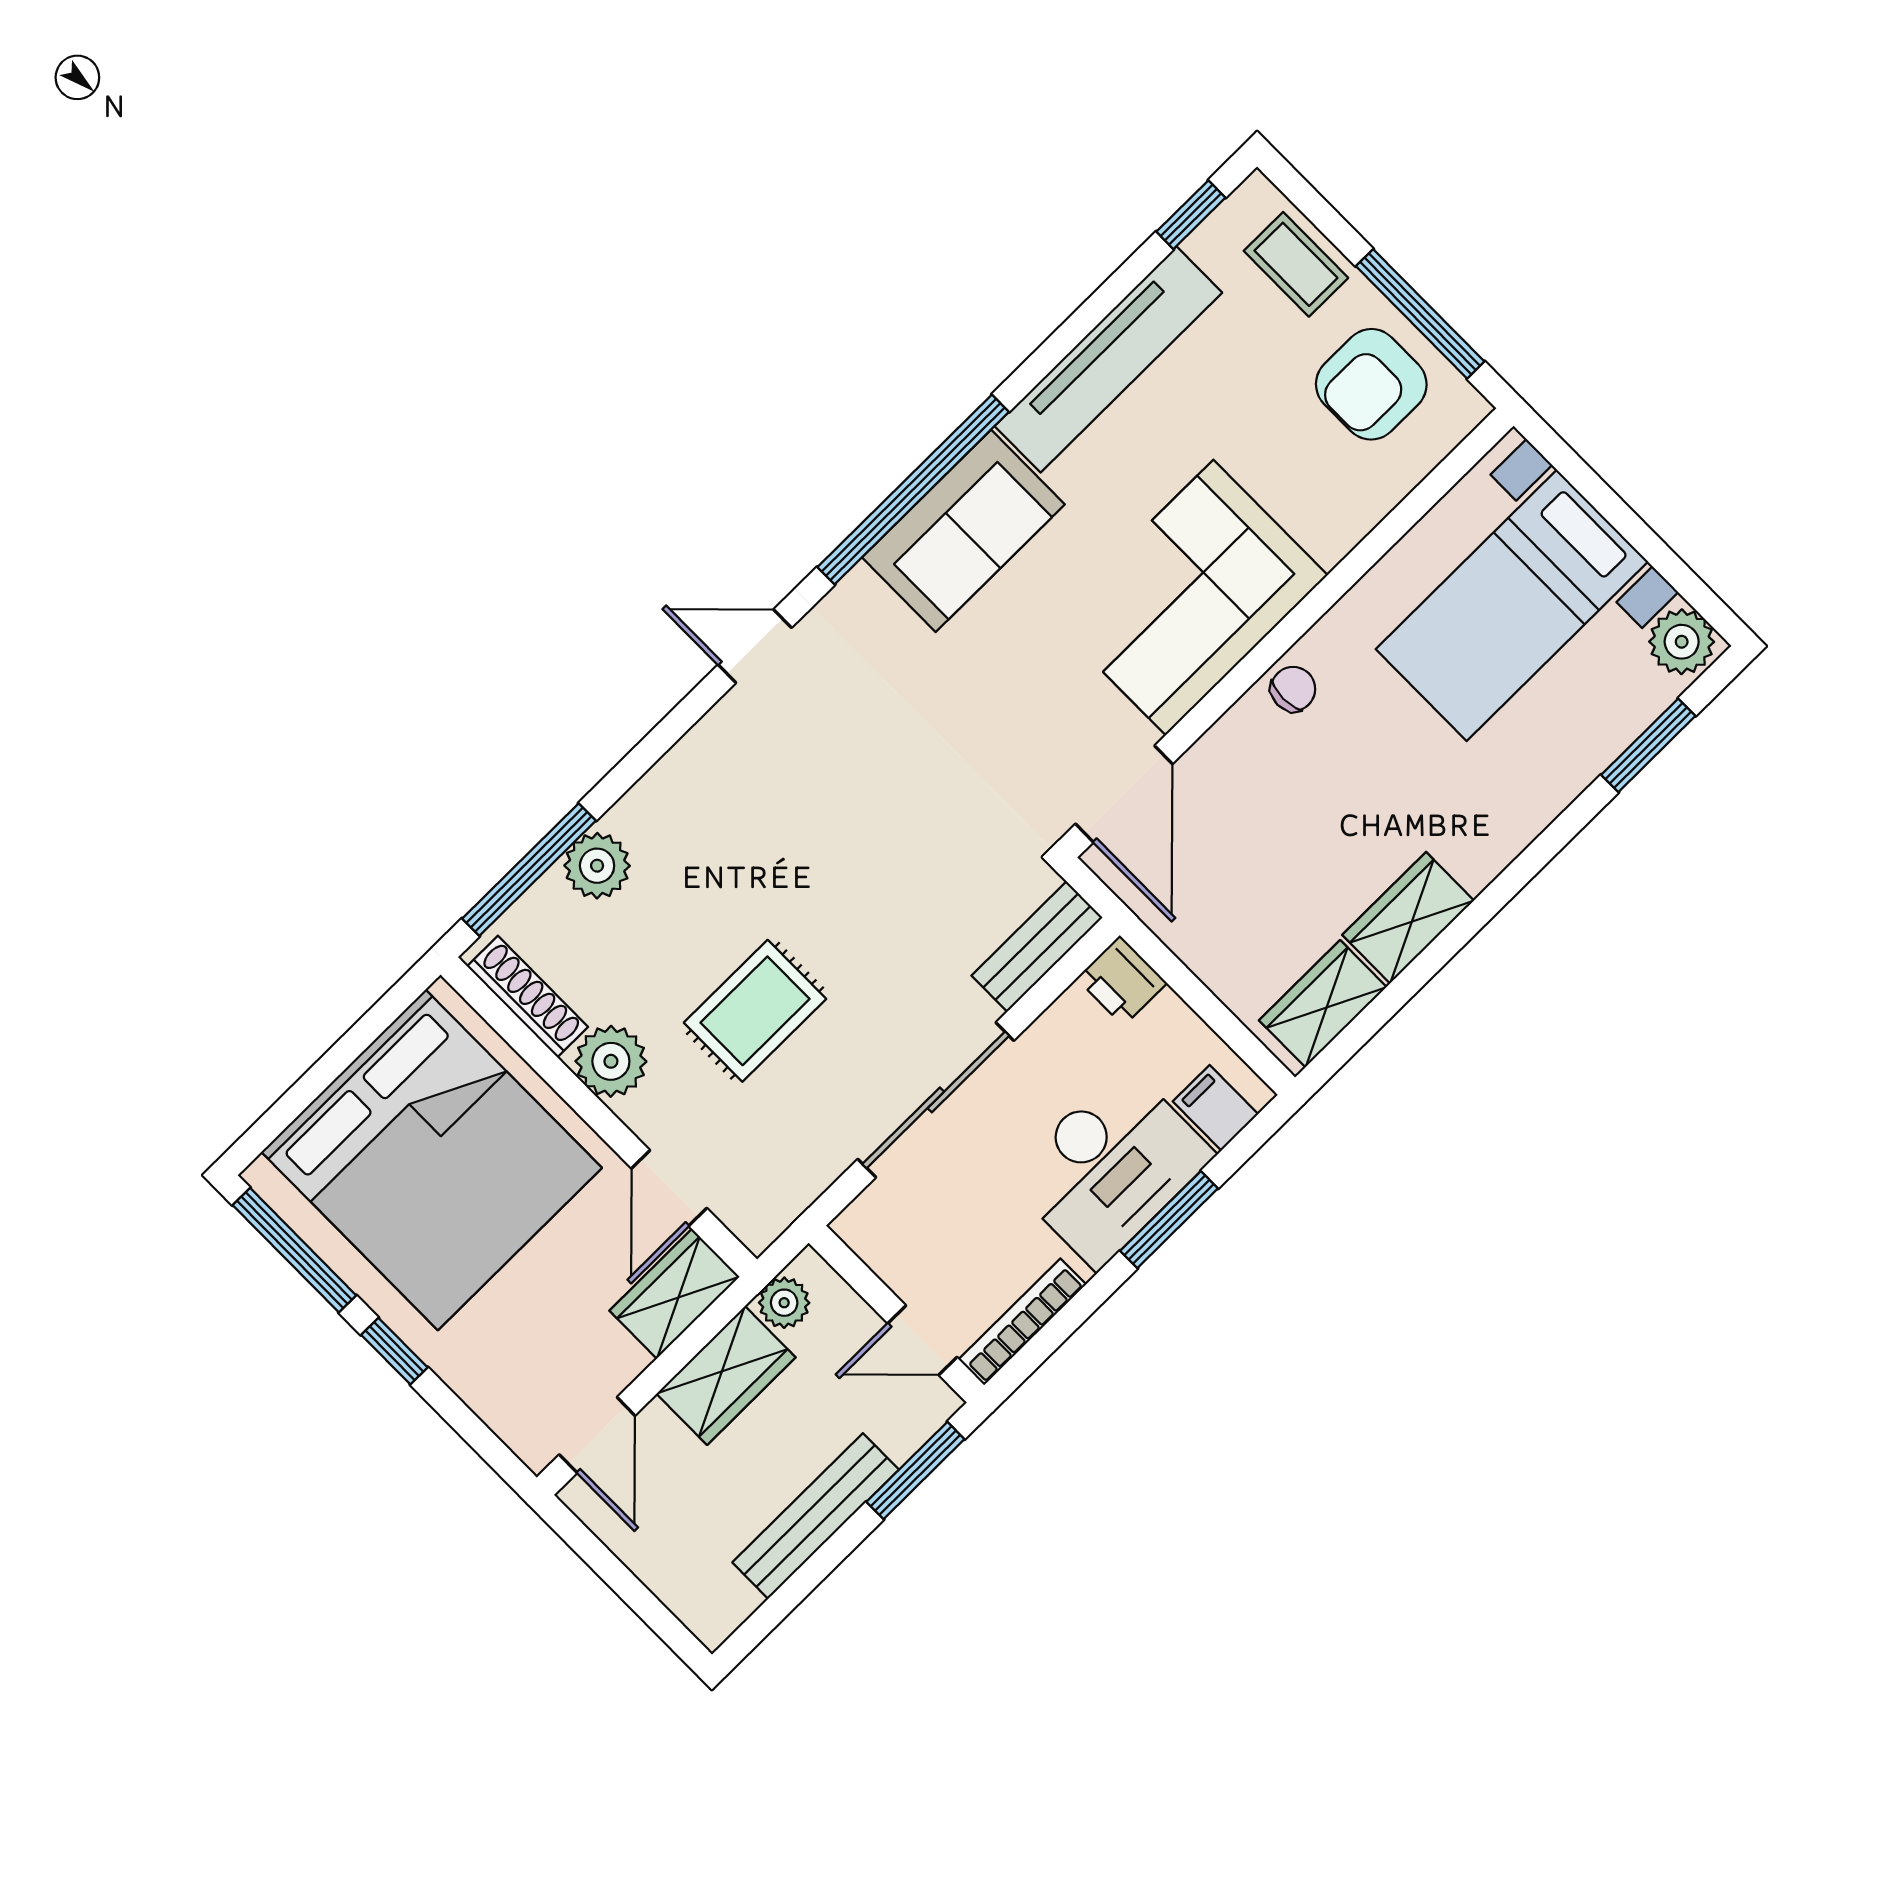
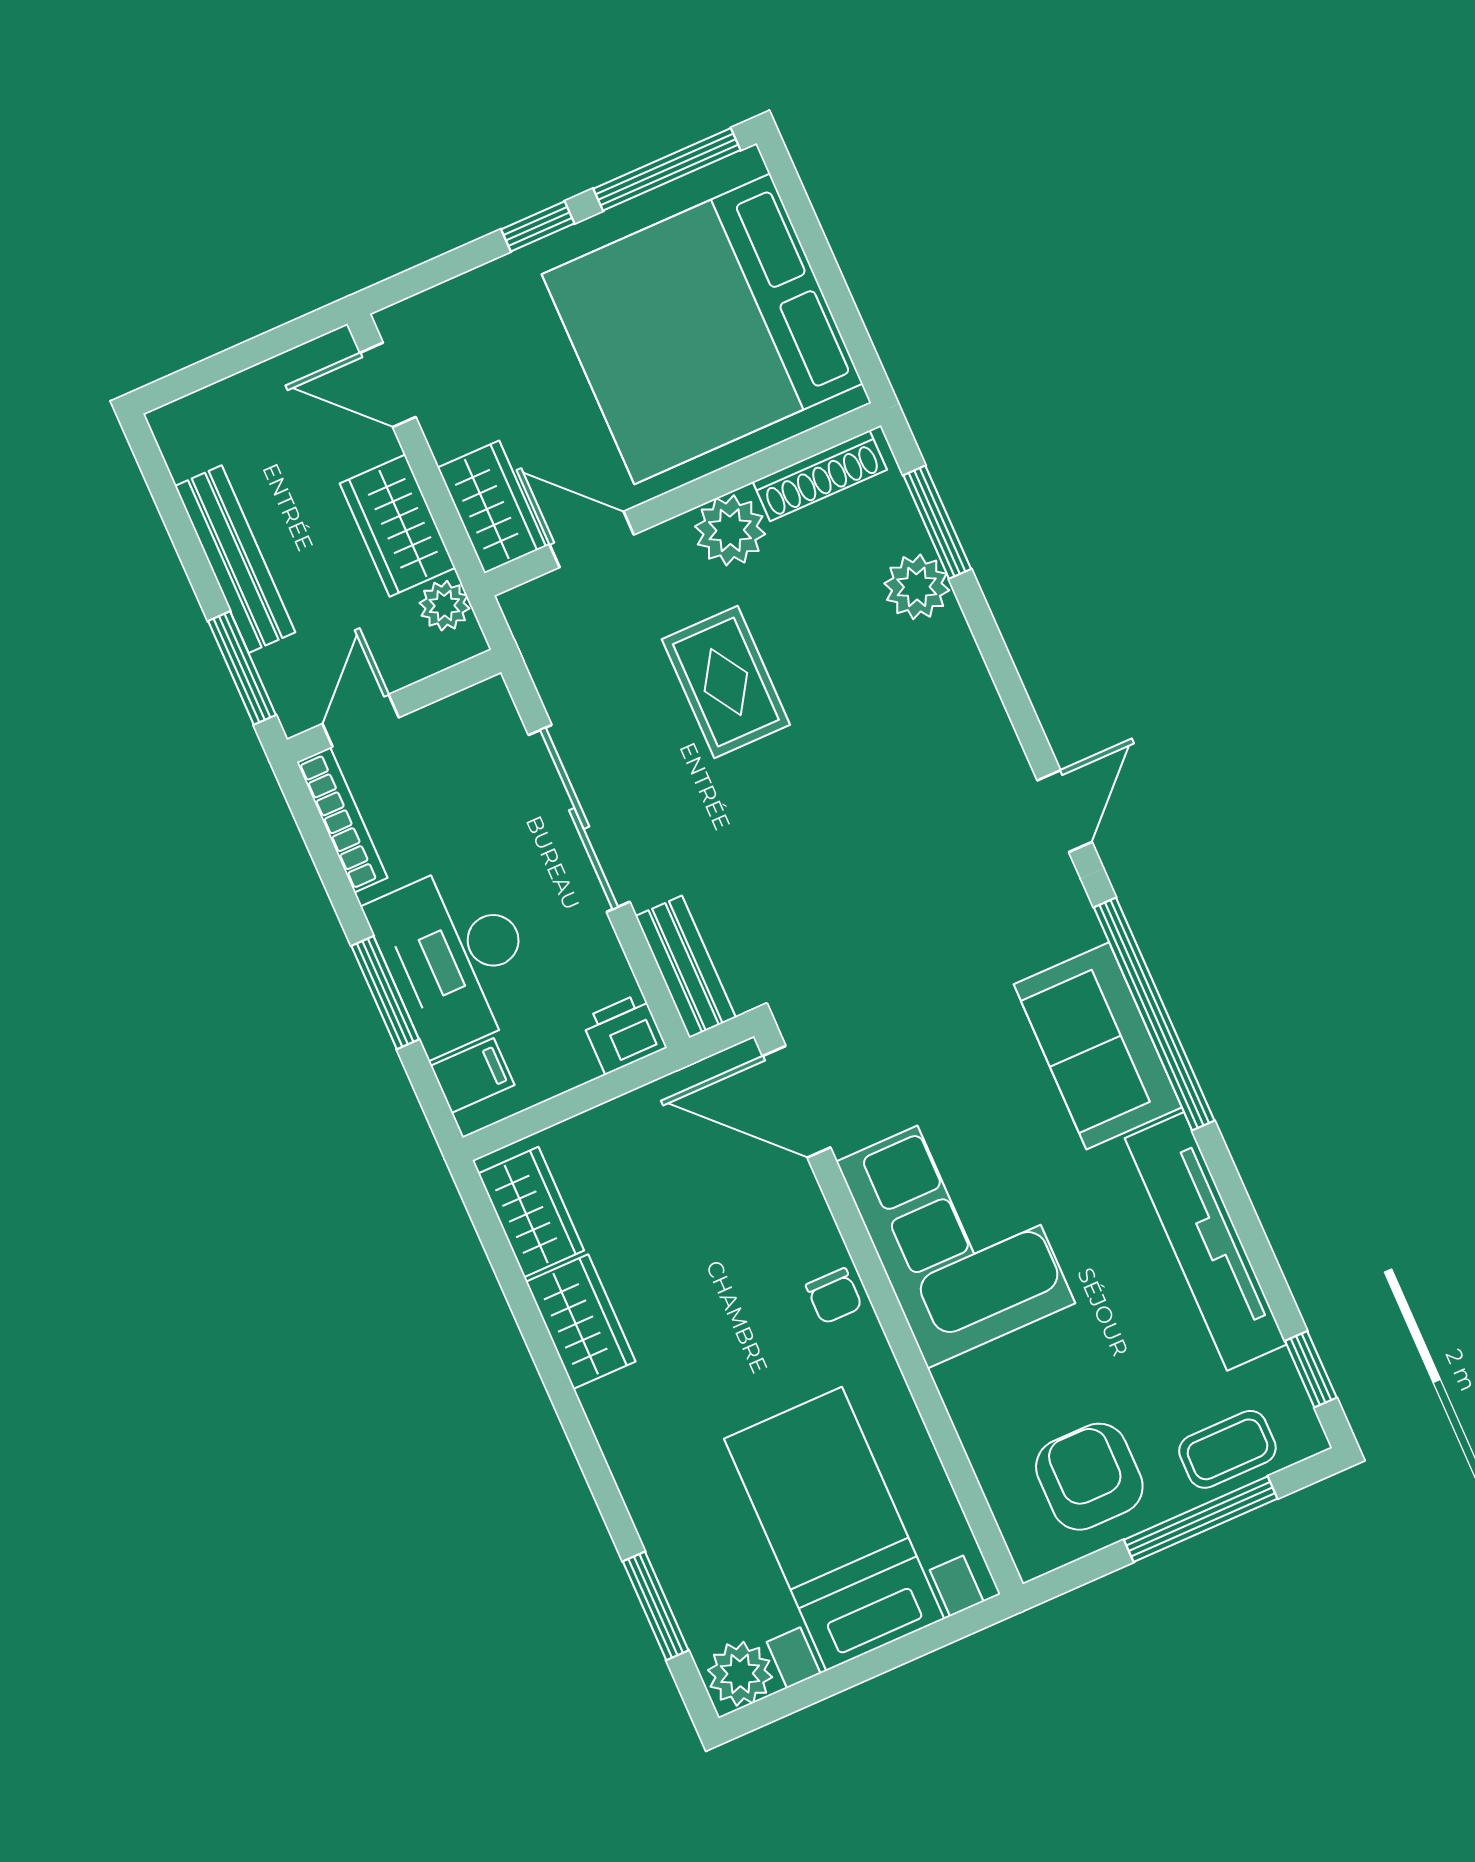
window: (1420, 314) -> (1201, 1519), moved
window: (529, 870) -> (937, 522), width x0.69

